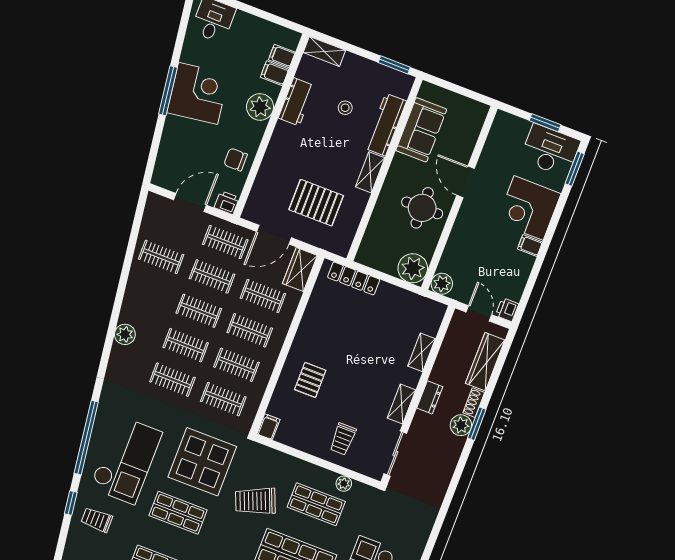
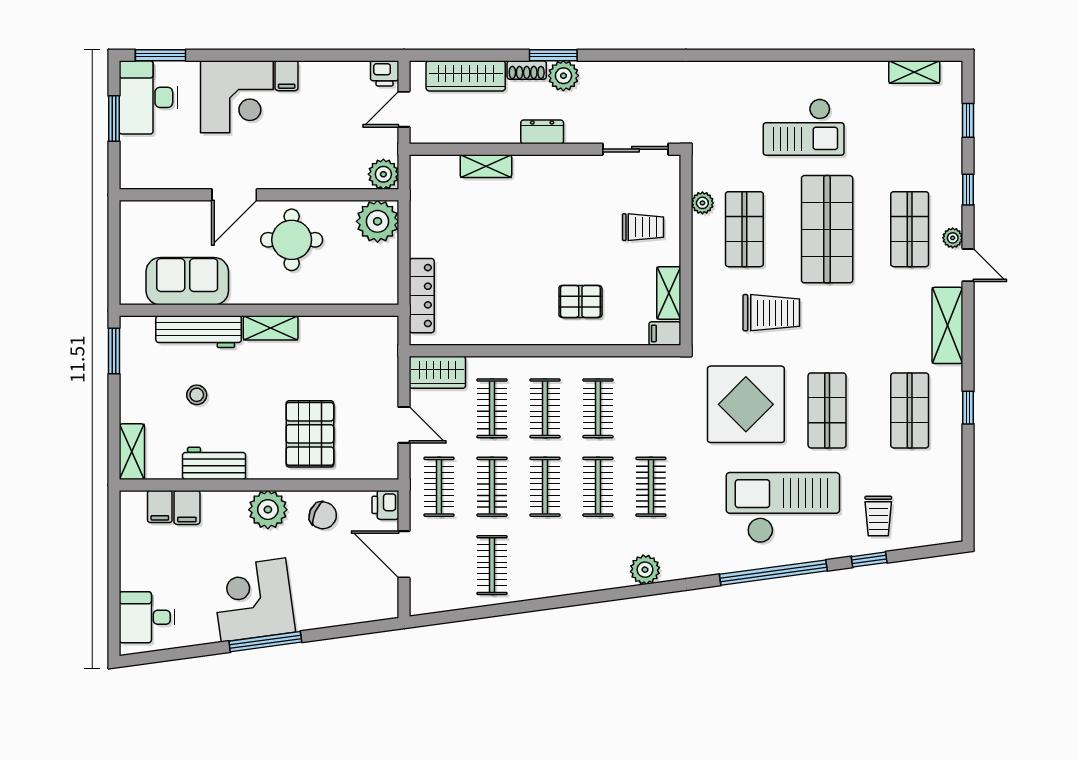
plant: (260, 107) -> (268, 510), moved
chair: (236, 160) -> (323, 515), turned -67
pallet: (316, 203) -> (310, 434), moved
door: (274, 235) -> (404, 425), width x0.73
plant: (125, 334) -> (645, 570), moved
clothes rail: (223, 399) -> (651, 408), removed
shelving: (401, 404) -> (669, 293), moved, turned 90
trolley: (255, 501) -> (771, 313), turned -68

